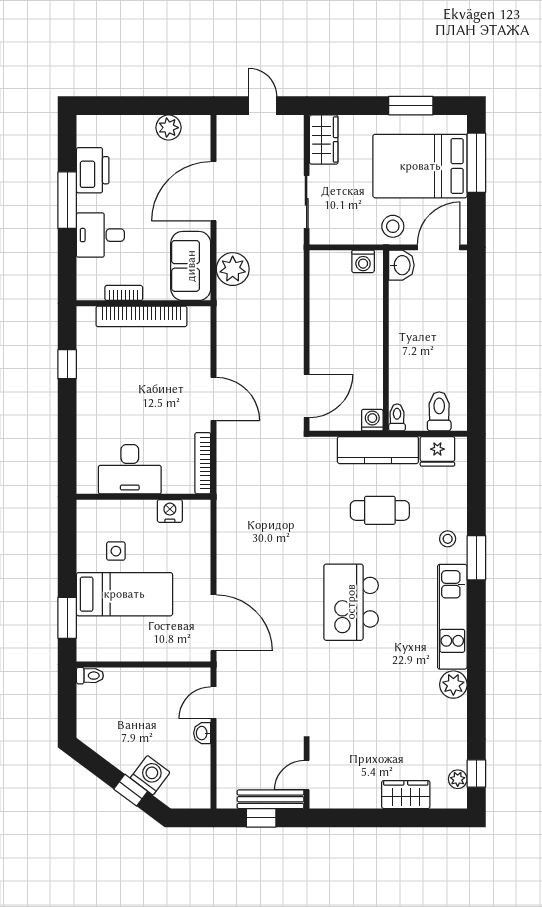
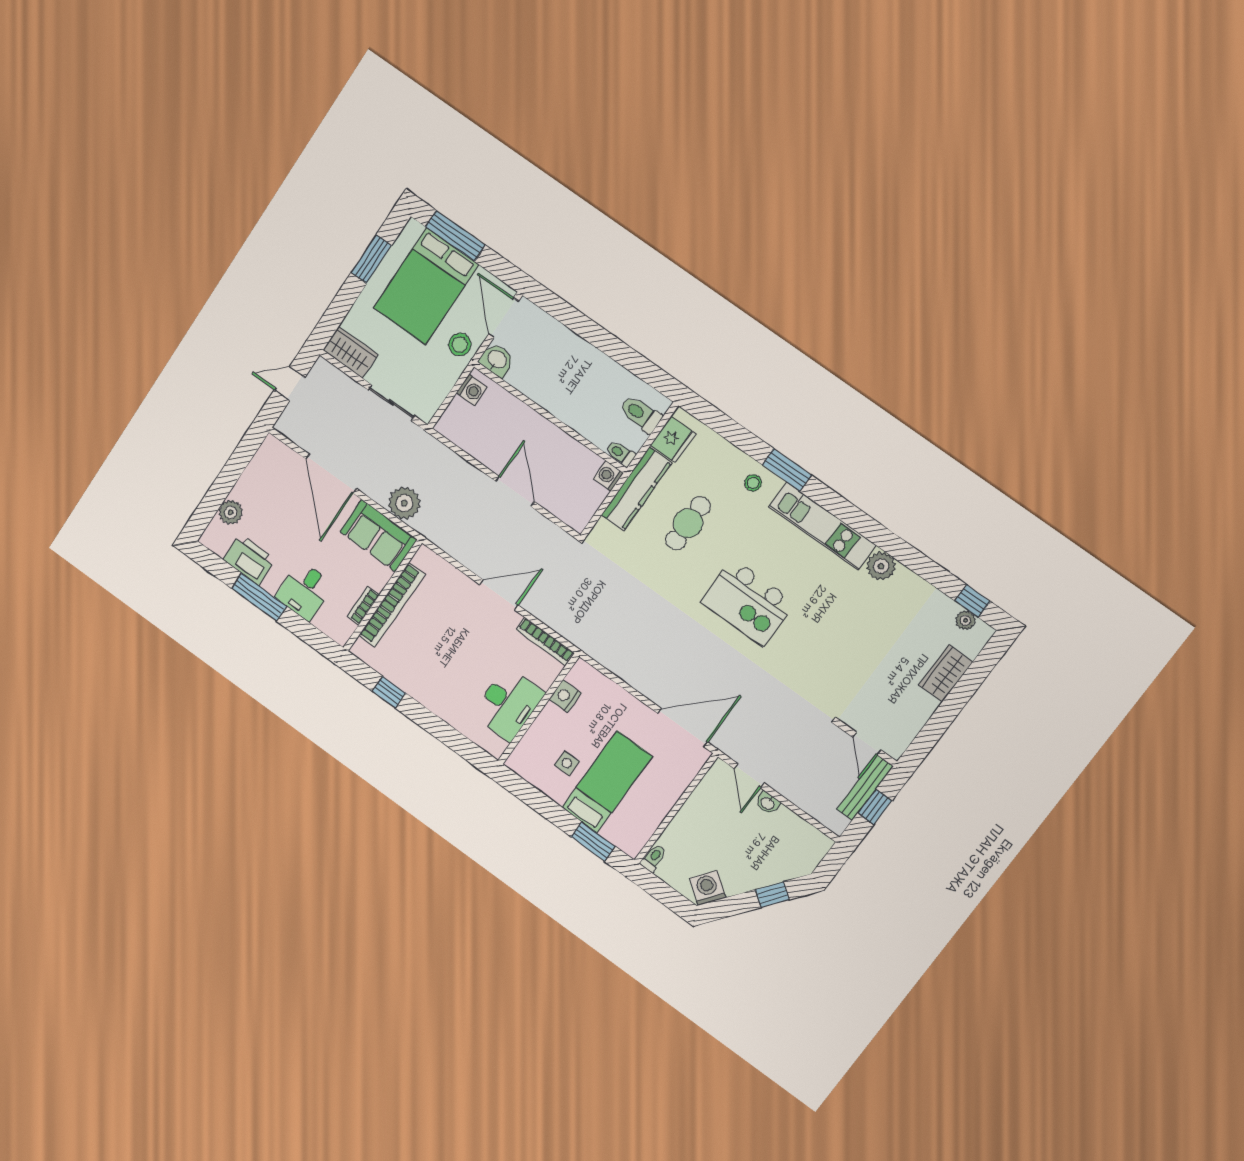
plant: (169, 128) -> (231, 512), moved
door: (307, 396) -> (515, 491), moved
washing machine: (150, 775) -> (708, 888), moved

